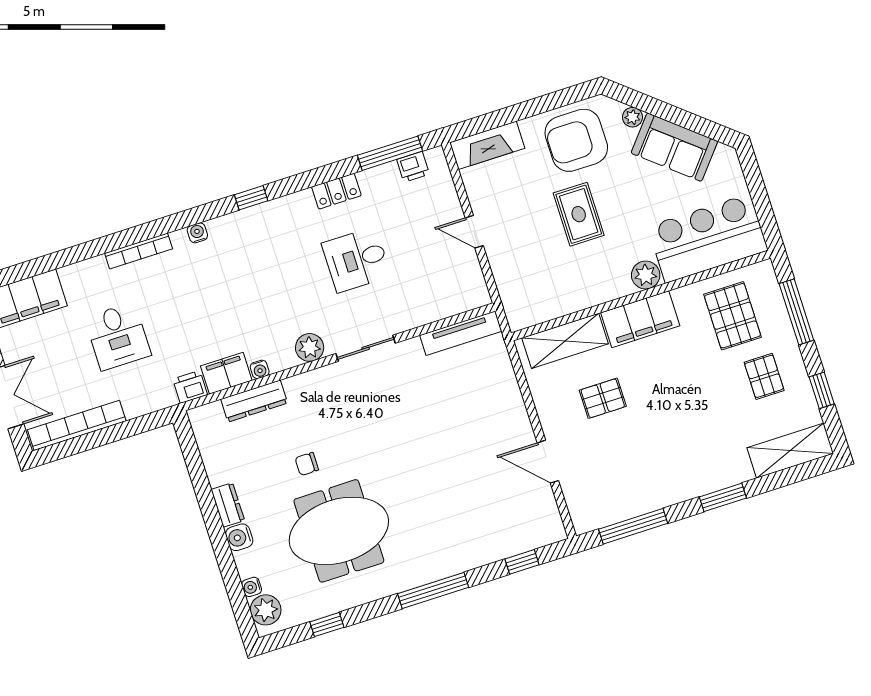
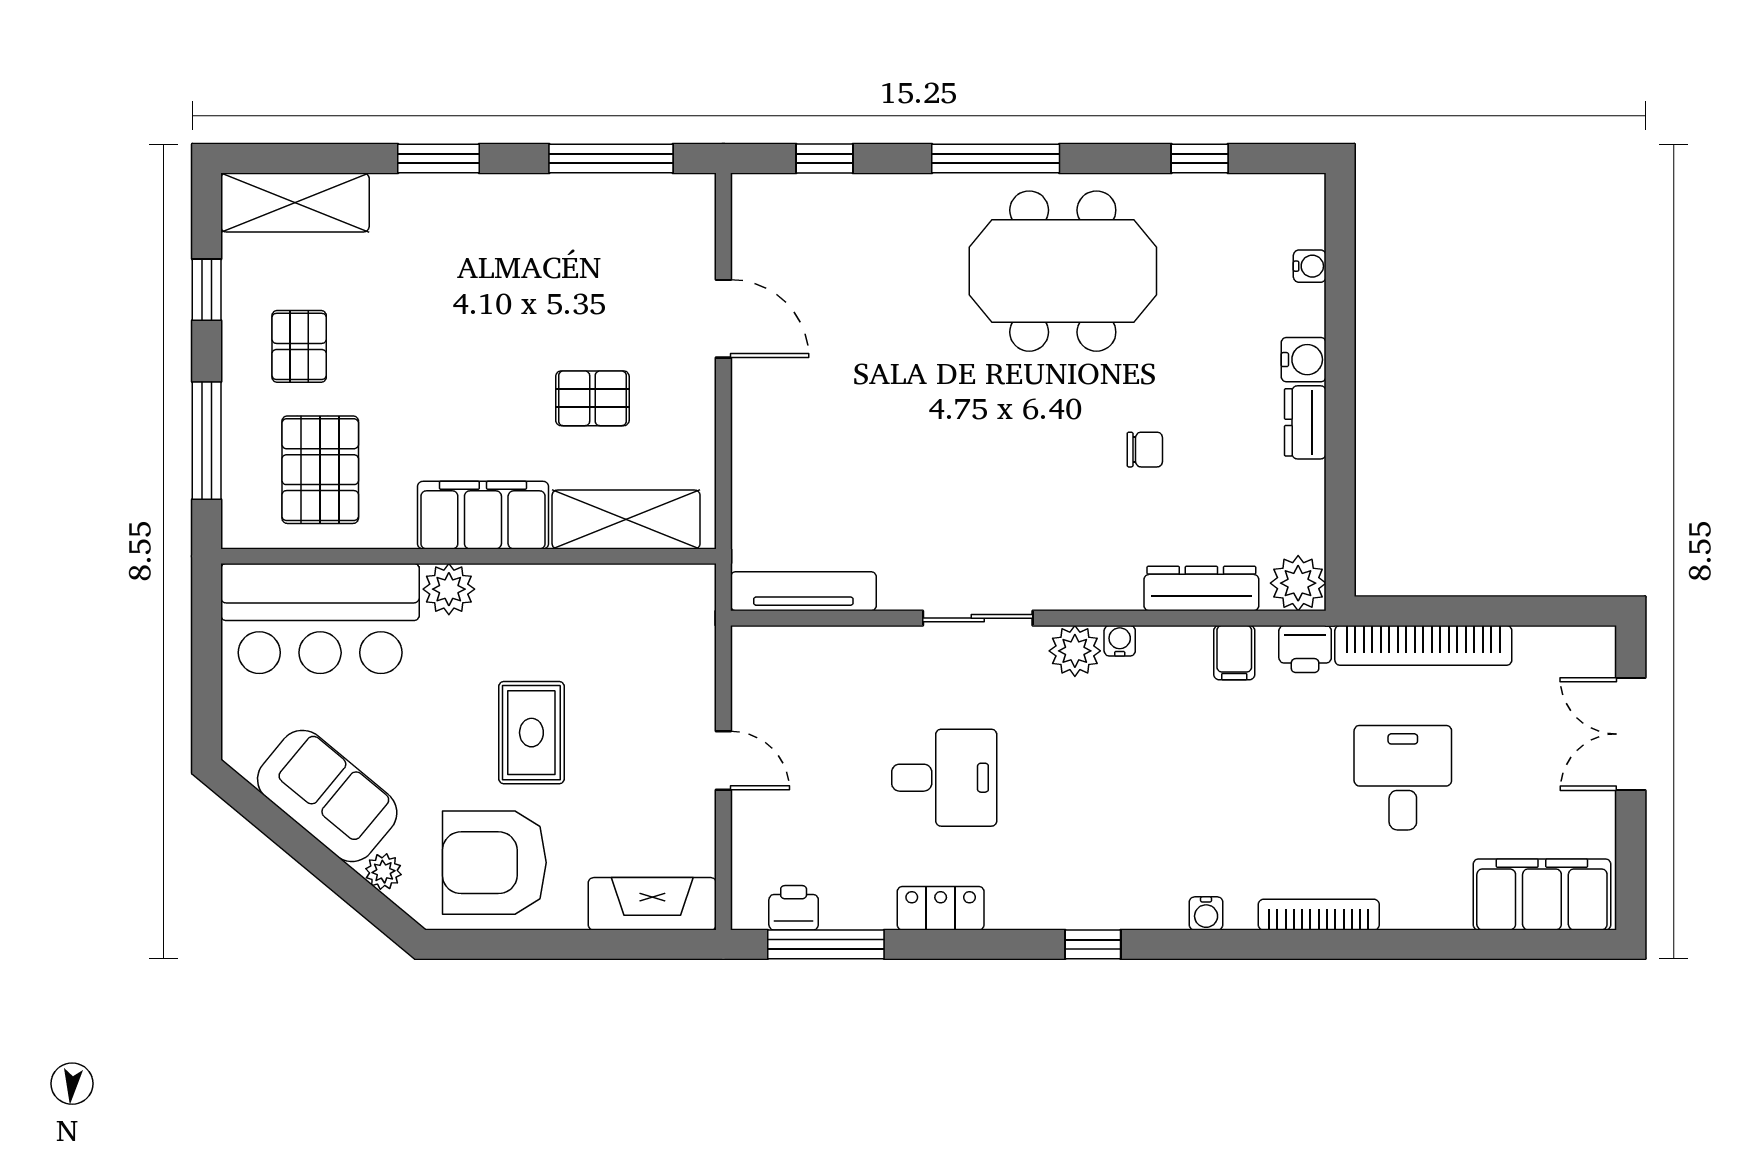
armchair: (576, 140) -> (494, 863), turned 180
water cooler: (260, 369) -> (1120, 641), moved
filing cabinet: (226, 373) -> (1234, 653), width x0.50
bookcase: (77, 425) -> (1423, 645), moved
meeting table: (339, 531) -> (1063, 271), moved
plant: (266, 610) -> (1298, 583), moved

